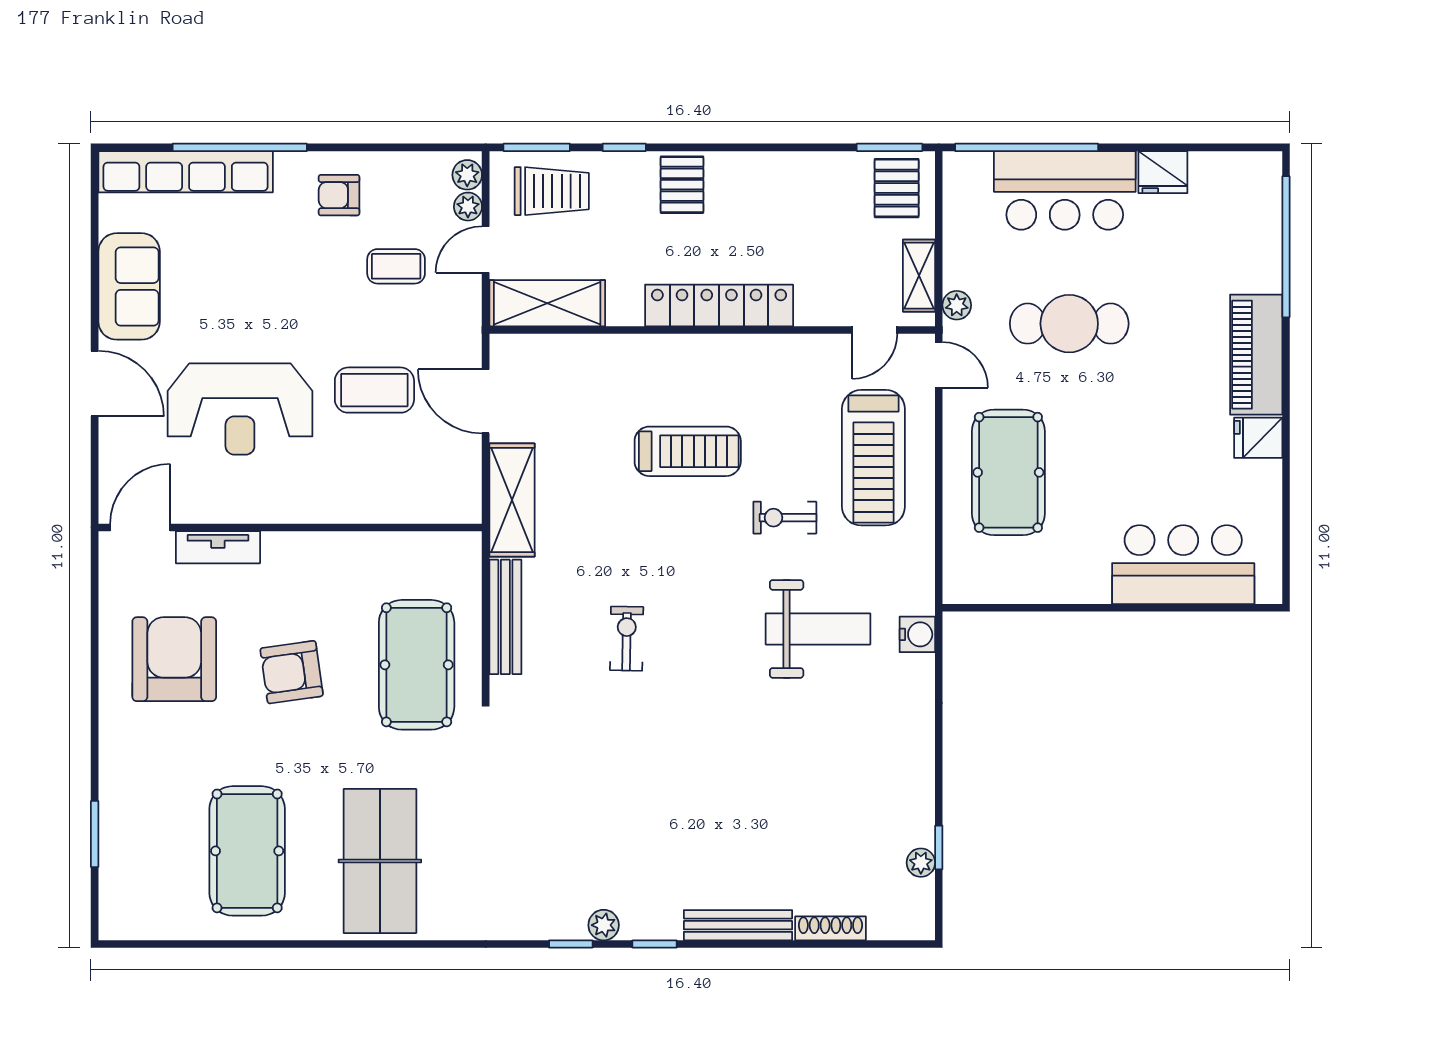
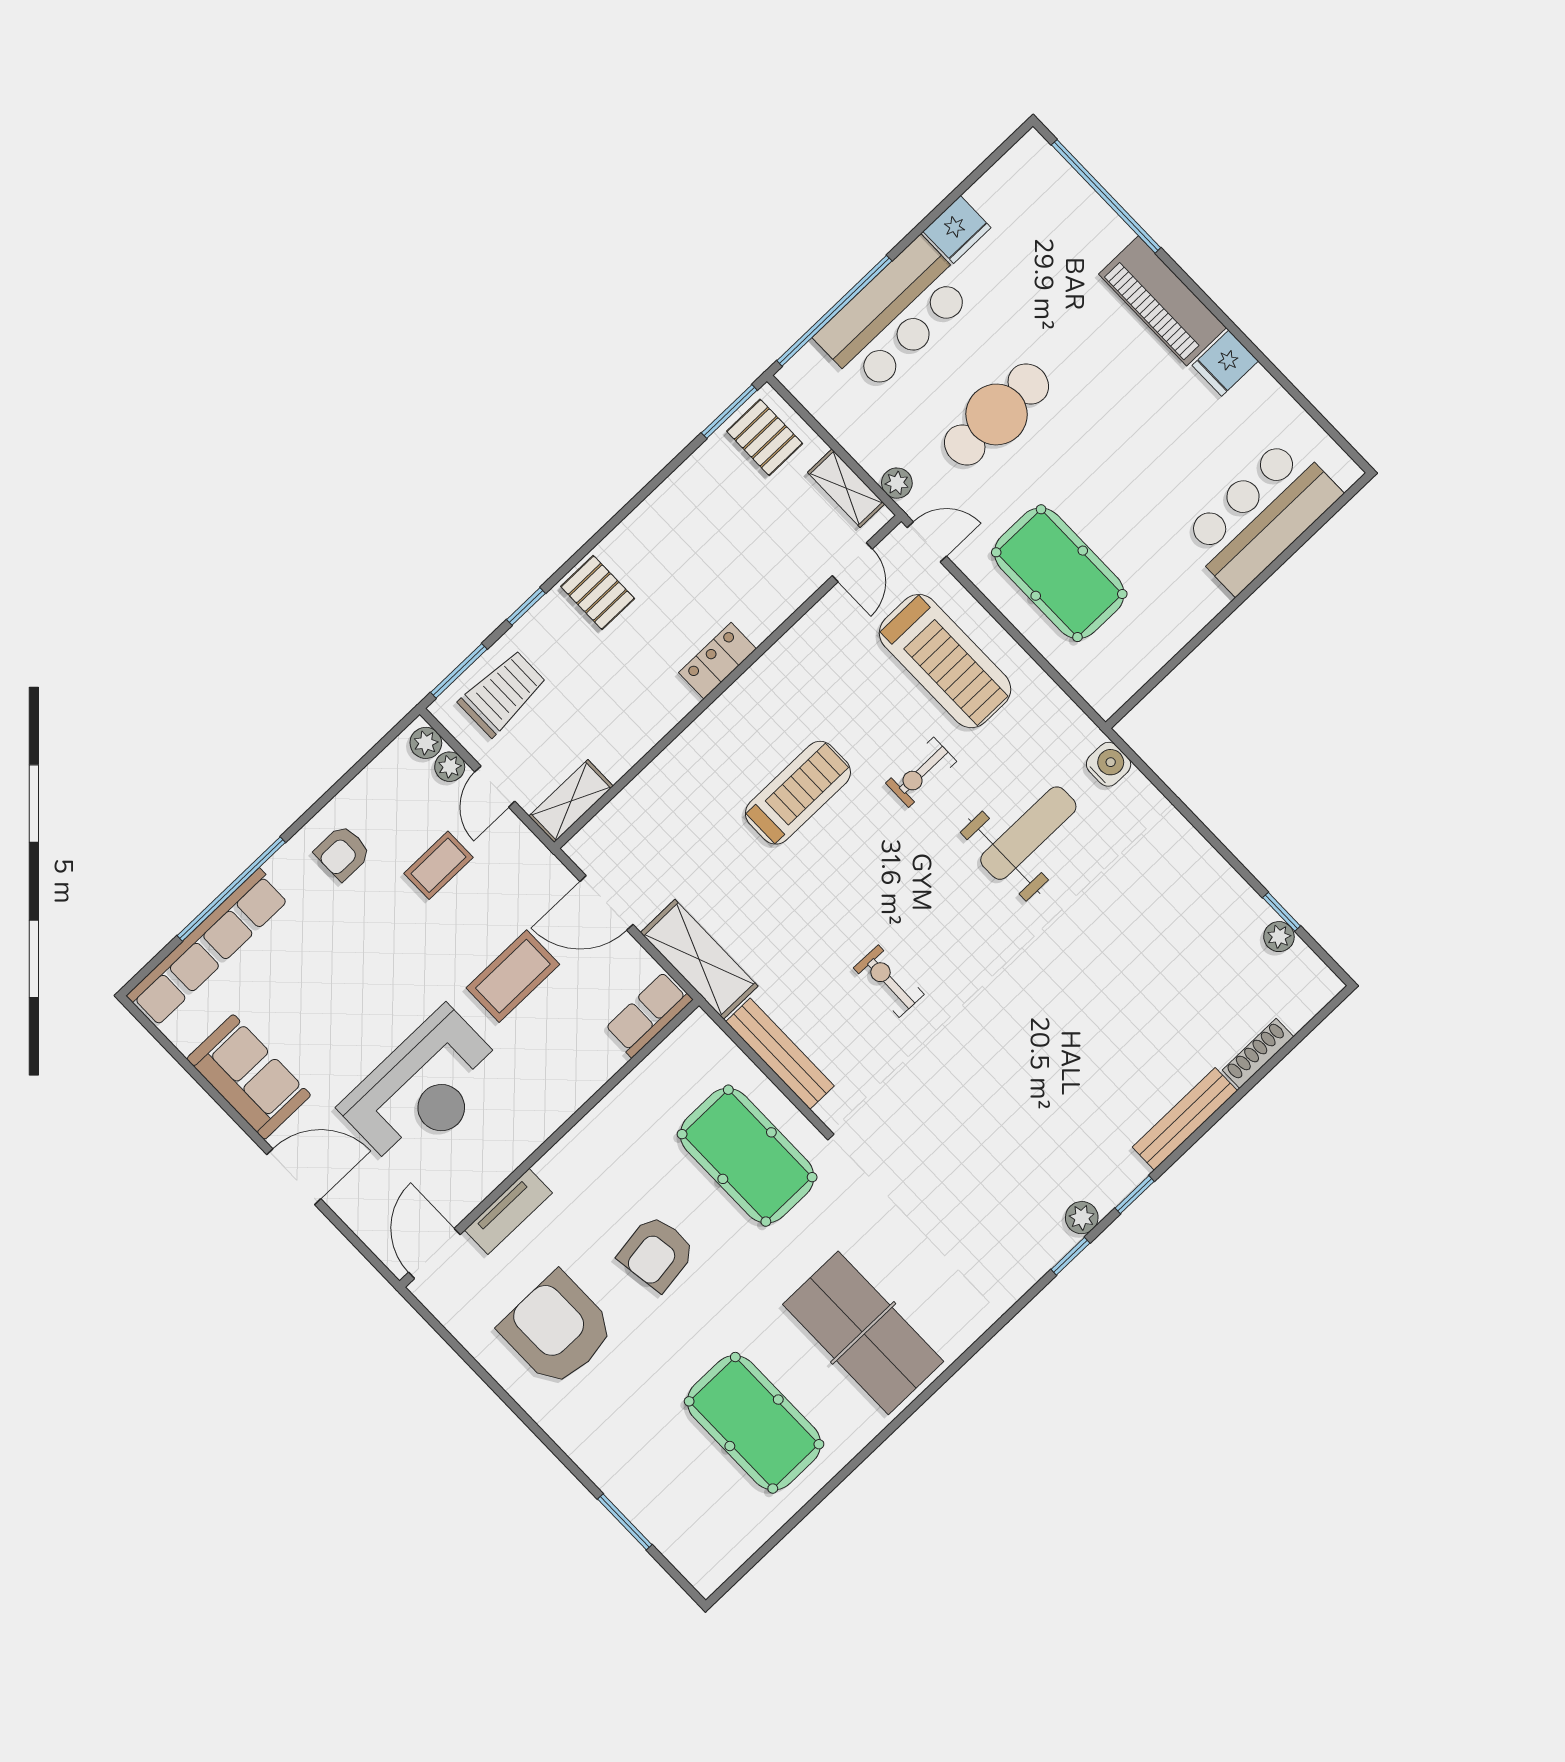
shelving: (547, 303) -> (571, 801), width x0.67, depth x0.75
locker: (719, 305) -> (718, 661), width x0.46, depth x0.83
row of seats: (442, 505) -> (649, 1014), added

